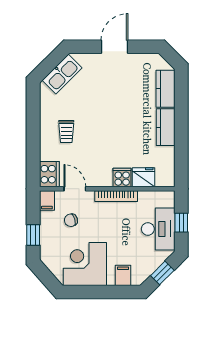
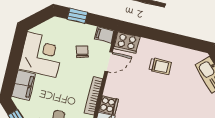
trolley: (66, 132) -> (160, 66), turned 180
filing cabinet: (123, 275) -> (24, 85), width x2.00

